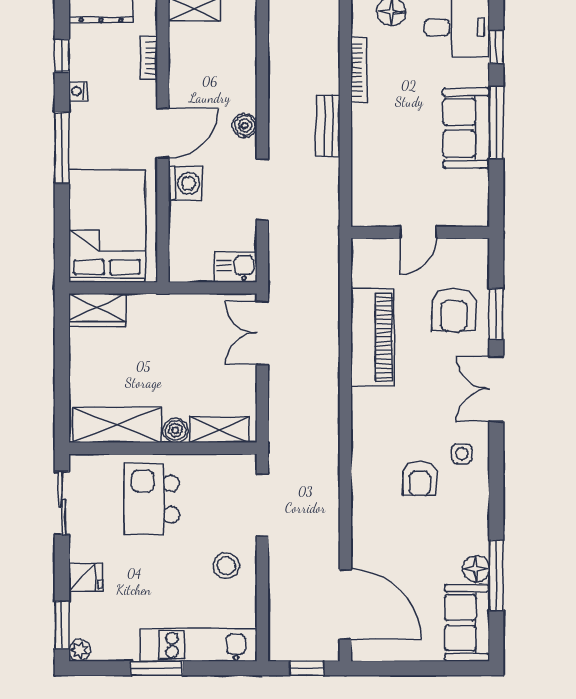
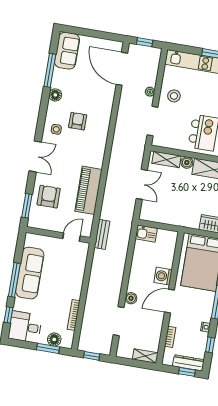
bench: (328, 126) -> (102, 234), moved
sofa: (466, 128) -> (30, 273), width x1.36
doorway: (262, 190) -> (119, 321), moved
door: (418, 233) -> (72, 237), moved
window: (496, 314) -> (27, 206), moved
double door: (262, 333) -> (142, 184), moved
plant: (278, 566) -> (150, 92), added
floor lamp: (476, 569) -> (55, 95), moved

